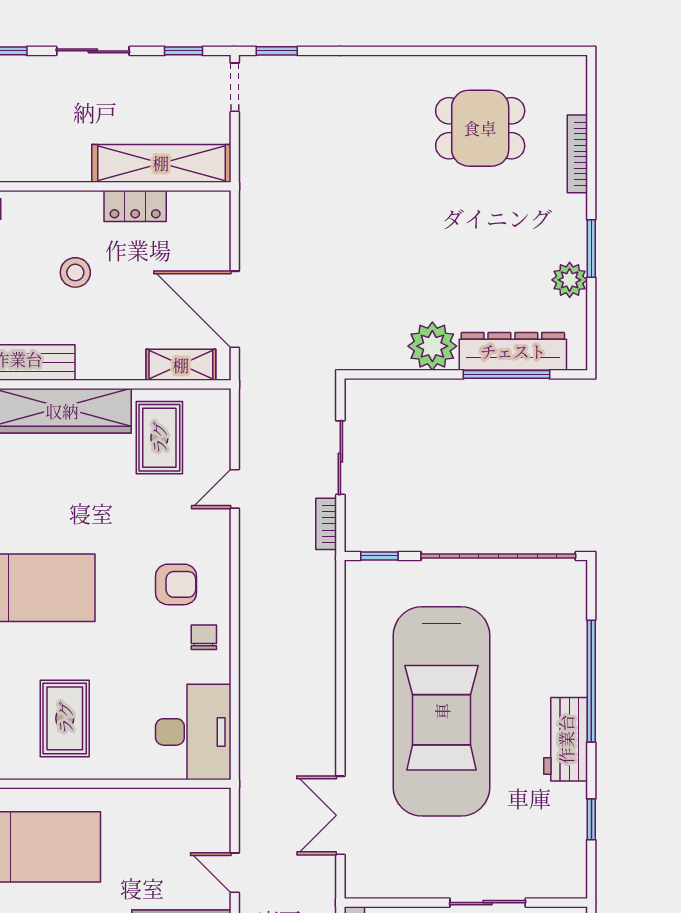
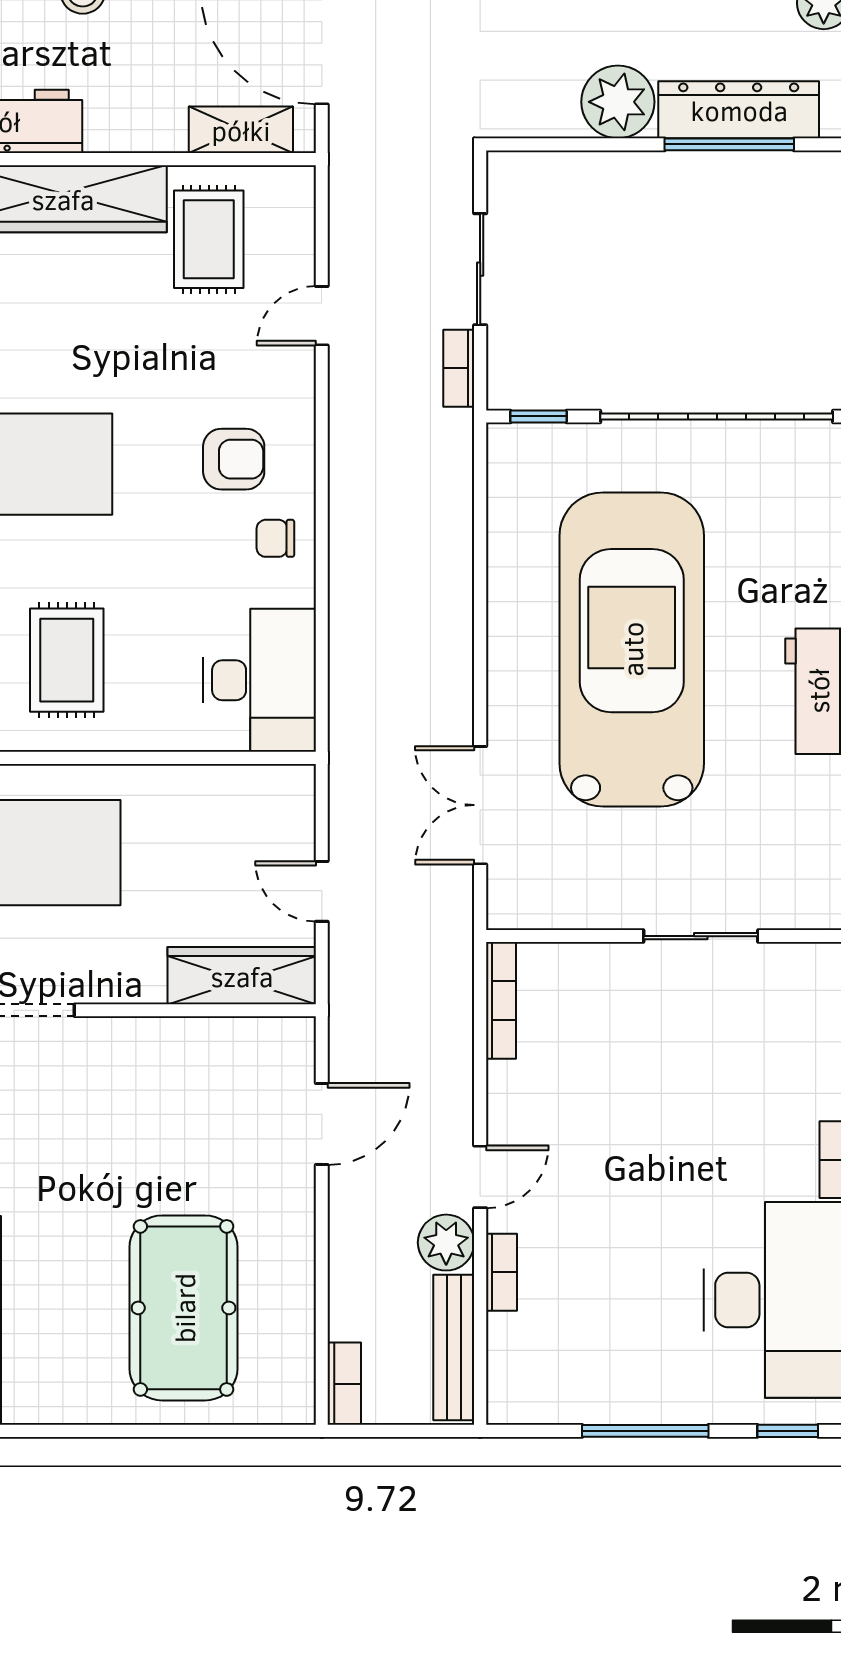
chair: (204, 637) -> (275, 538), turned -90
car: (442, 711) -> (632, 649), turned 180

